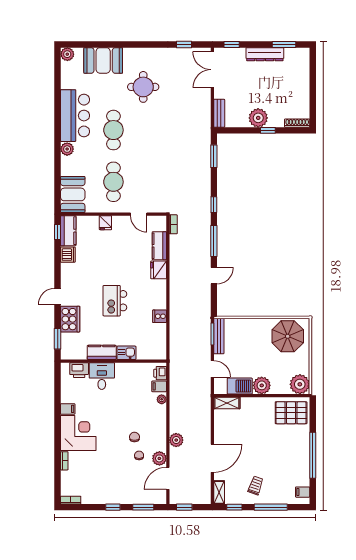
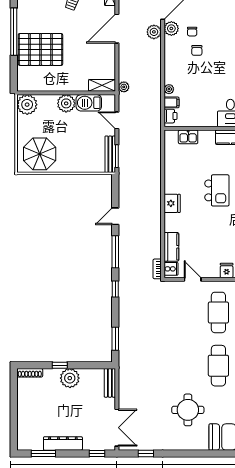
fridge: (159, 270) -> (172, 203), moved
cooker: (160, 316) -> (171, 269), moved
kitchen sink: (126, 353) -> (188, 137), moved
plant: (206, 402) -> (124, 87), added
pallet: (291, 413) -> (40, 49), moved, width x1.37, depth x1.41
plant: (176, 440) -> (154, 32), moved

